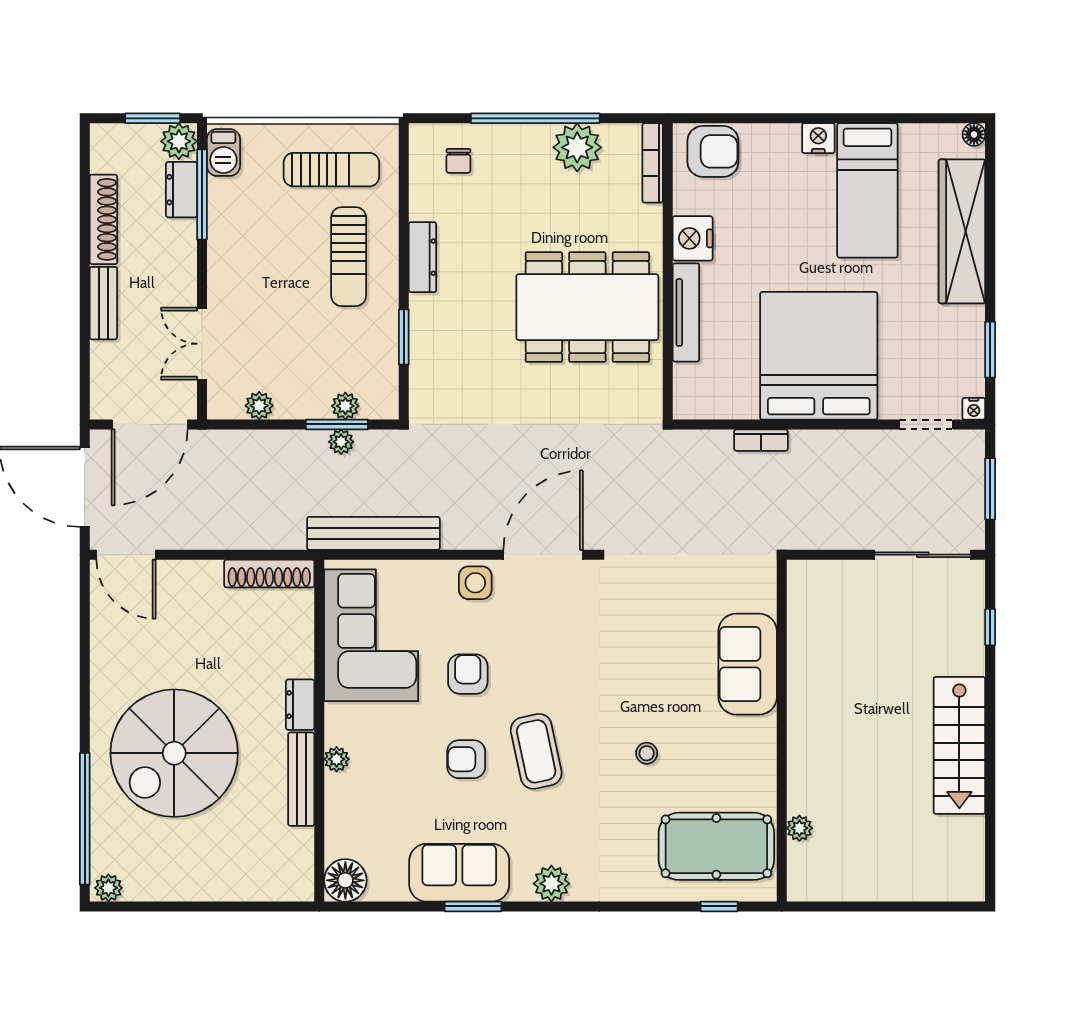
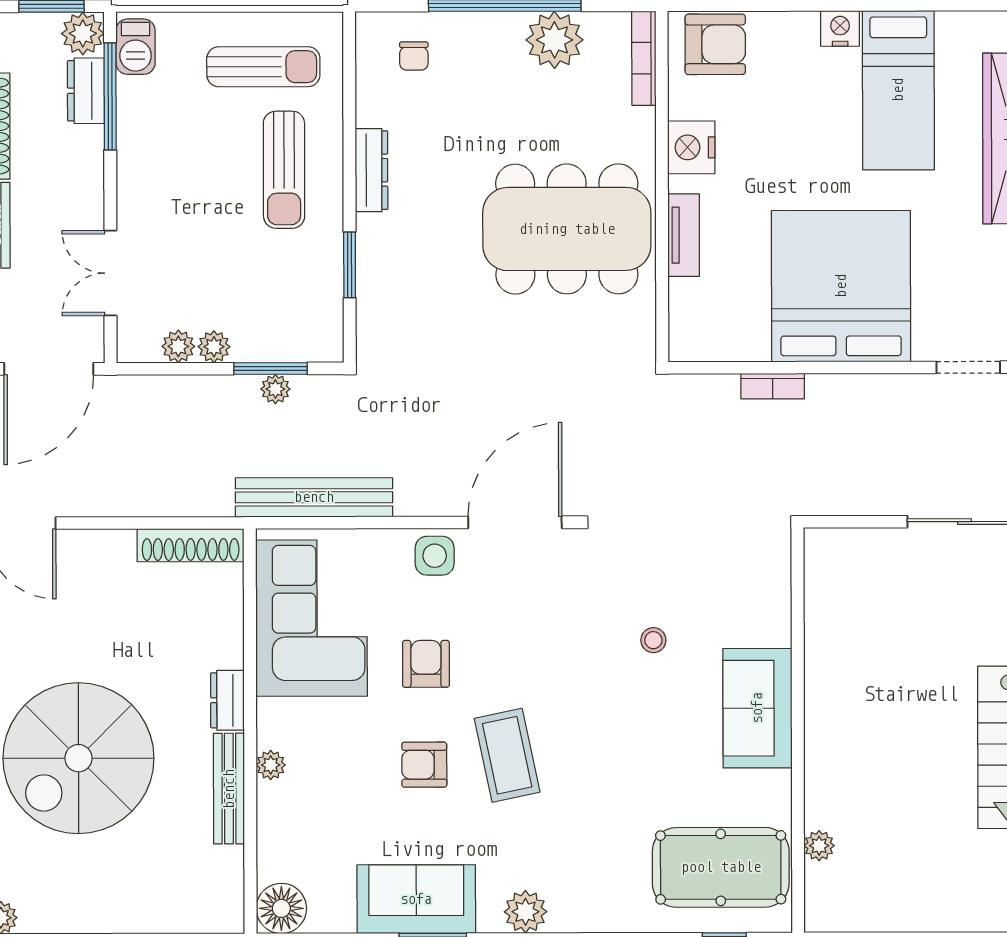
tv unit: (686, 312) -> (684, 235), width x0.71
plant: (345, 406) -> (214, 347), moved
sofa: (748, 664) -> (757, 708), moved
stool: (647, 753) -> (653, 640), moved

